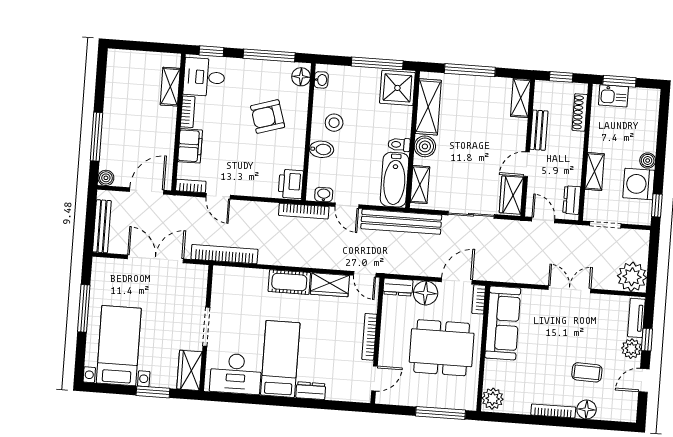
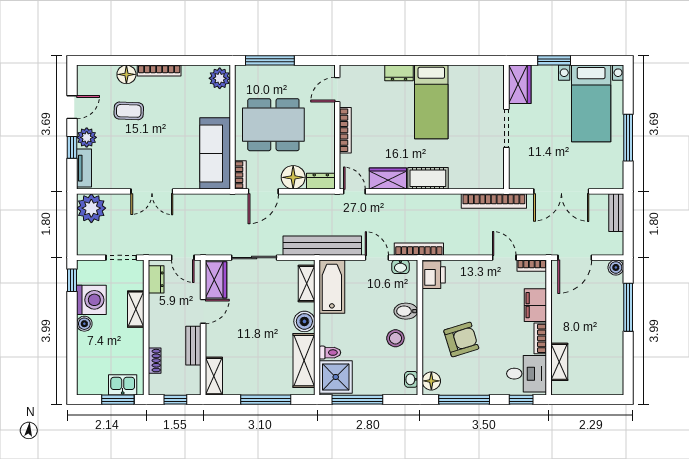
shoe rack: (580, 112) -> (155, 361), width x0.70
toilet: (399, 145) -> (330, 353), moved
bench: (102, 226) -> (616, 213), width x0.73
desk: (236, 374) -> (474, 84), removed

